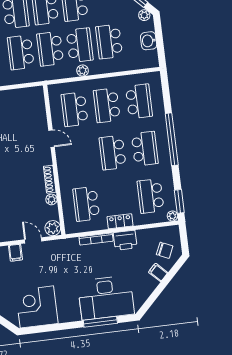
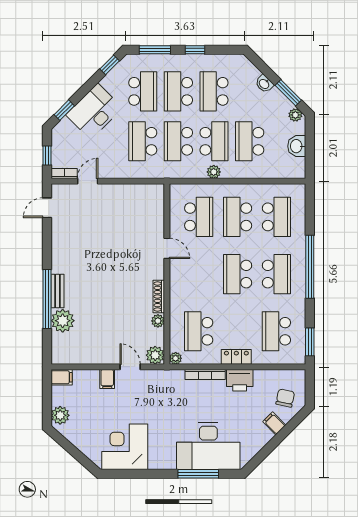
school desk: (75, 109) -> (199, 217), turned 180
plant: (172, 216) -> (176, 358), moved
chair: (165, 250) -> (285, 398), turned -102

